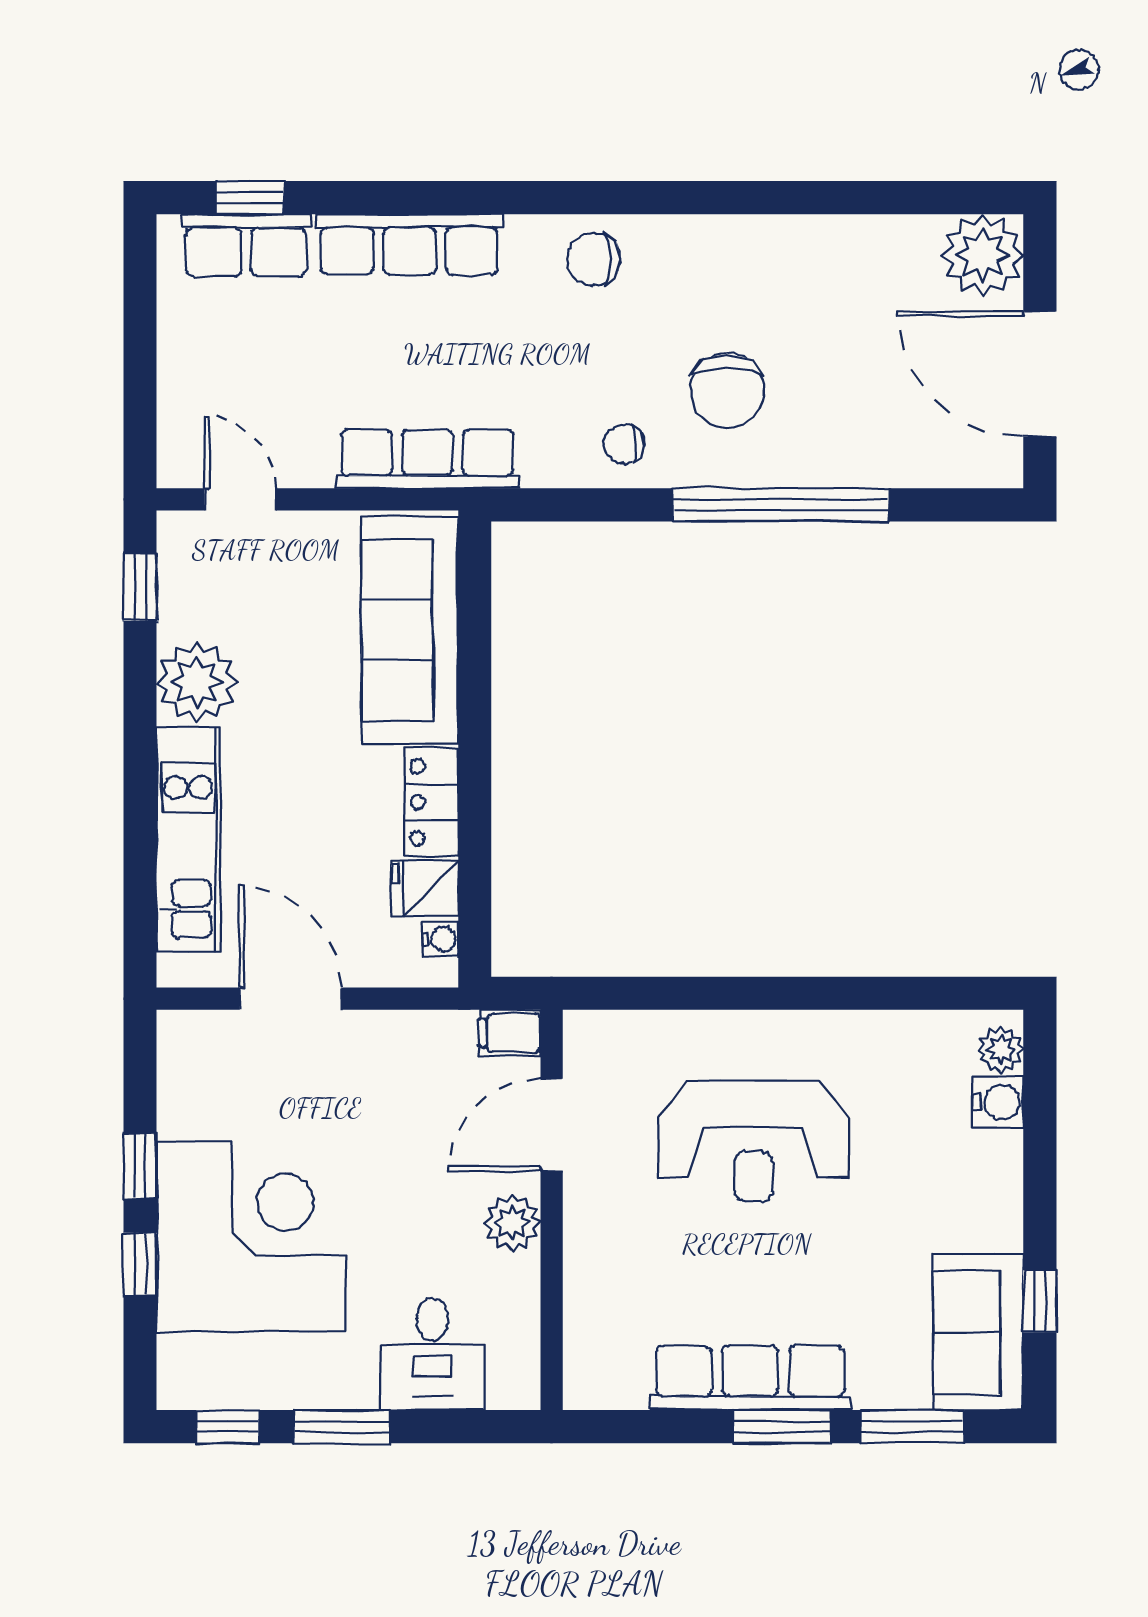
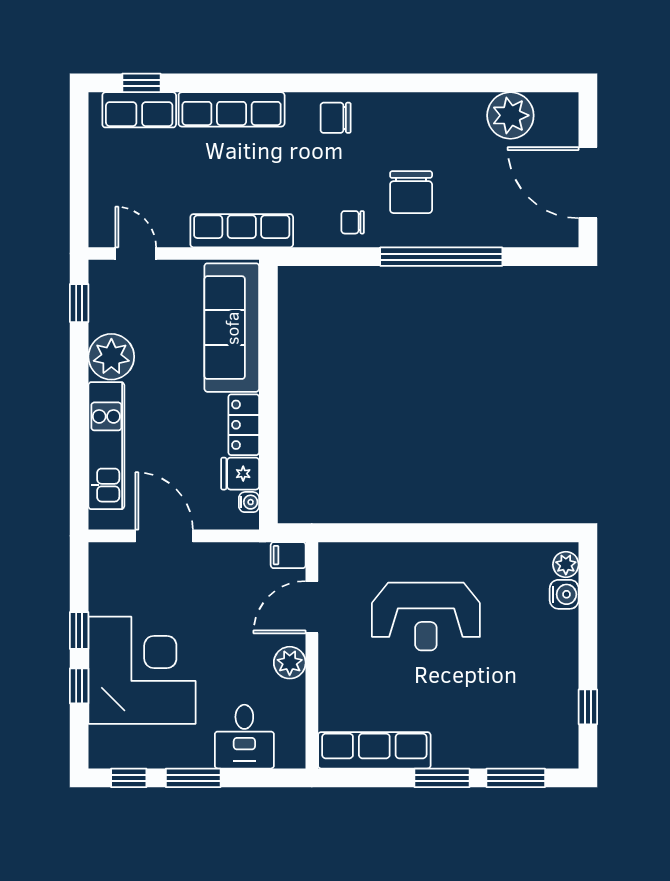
plant: (982, 255) -> (510, 115), moved
sofa: (978, 1332) -> (553, 724), removed
row of seats: (750, 1378) -> (374, 750), moved

